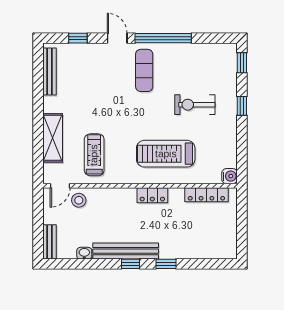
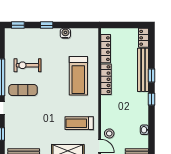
exercise bike: (195, 105) -> (27, 65), moved, turned 90
water cooler: (230, 176) -> (65, 33), moved
locker: (152, 195) -> (106, 79), width x1.53
bench: (126, 251) -> (143, 70), moved
locker: (223, 252) -> (144, 38), added

